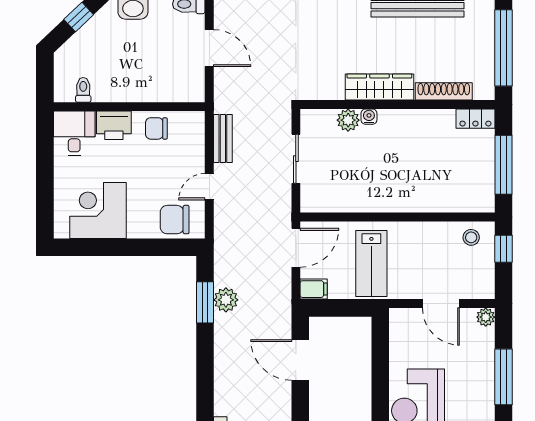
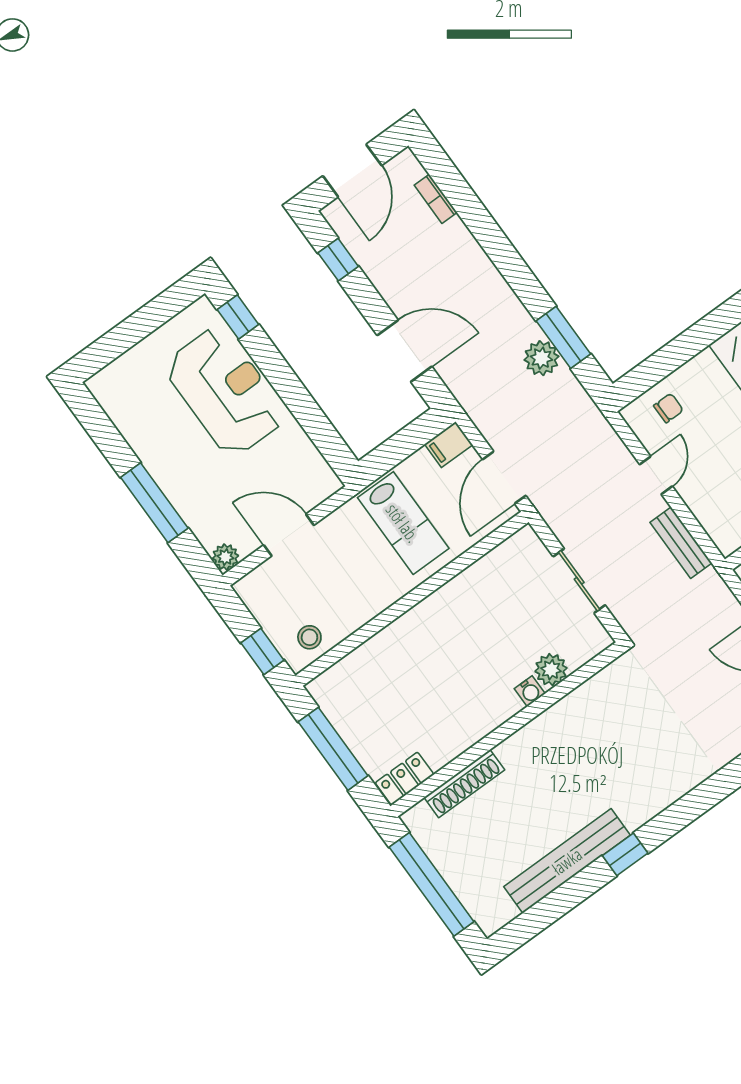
wardrobe: (379, 87) -> (543, 734), removed
chair: (175, 220) -> (668, 408), width x0.54, depth x0.54
lab bench: (371, 263) -> (403, 523), turned 180

